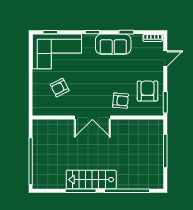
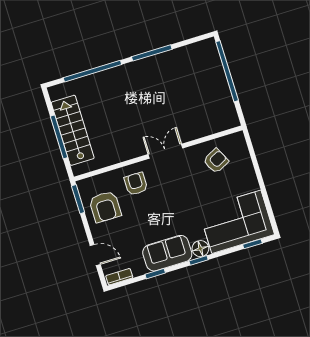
floor lamp: (89, 40) -> (200, 249), added
door: (165, 59) -> (95, 255), swing flipped
armchair: (60, 88) -> (216, 161), moved
armchair: (121, 101) -> (136, 184), turned 85
double door: (92, 117) -> (165, 151), width x0.73
stairs: (91, 180) -> (73, 130), moved, turned -90

